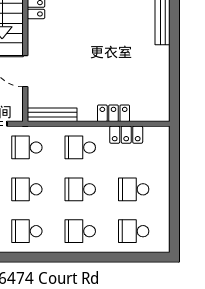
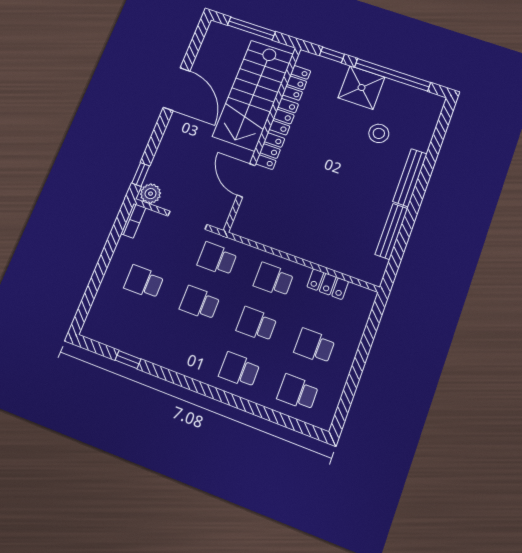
locker: (114, 113) -> (270, 151), moved, turned 90
bench: (52, 115) -> (391, 231), moved, turned 90
school desk: (27, 231) -> (182, 348), removed

